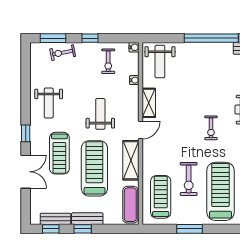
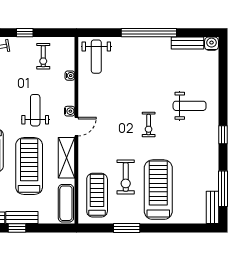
water cooler: (134, 47) -> (70, 111), moved
shelving: (149, 103) -> (85, 99), removed

